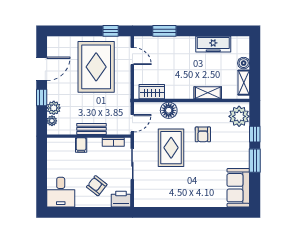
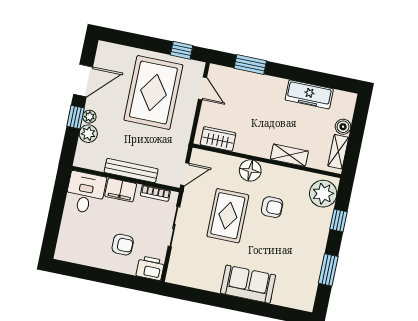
floor lamp: (169, 110) -> (250, 170), moved
plant: (52, 121) -> (89, 117), moved
bench: (91, 129) -> (131, 171), width x1.36
armchair: (203, 134) -> (272, 207), turned -90
filing cabinet: (81, 145) -> (121, 190), width x2.00
window: (255, 161) -> (328, 270), moved
armchair: (97, 186) -> (123, 245), turned 142
sofa: (238, 188) -> (248, 284), moved, turned 90
desk: (61, 192) -> (85, 193), moved, turned 180

